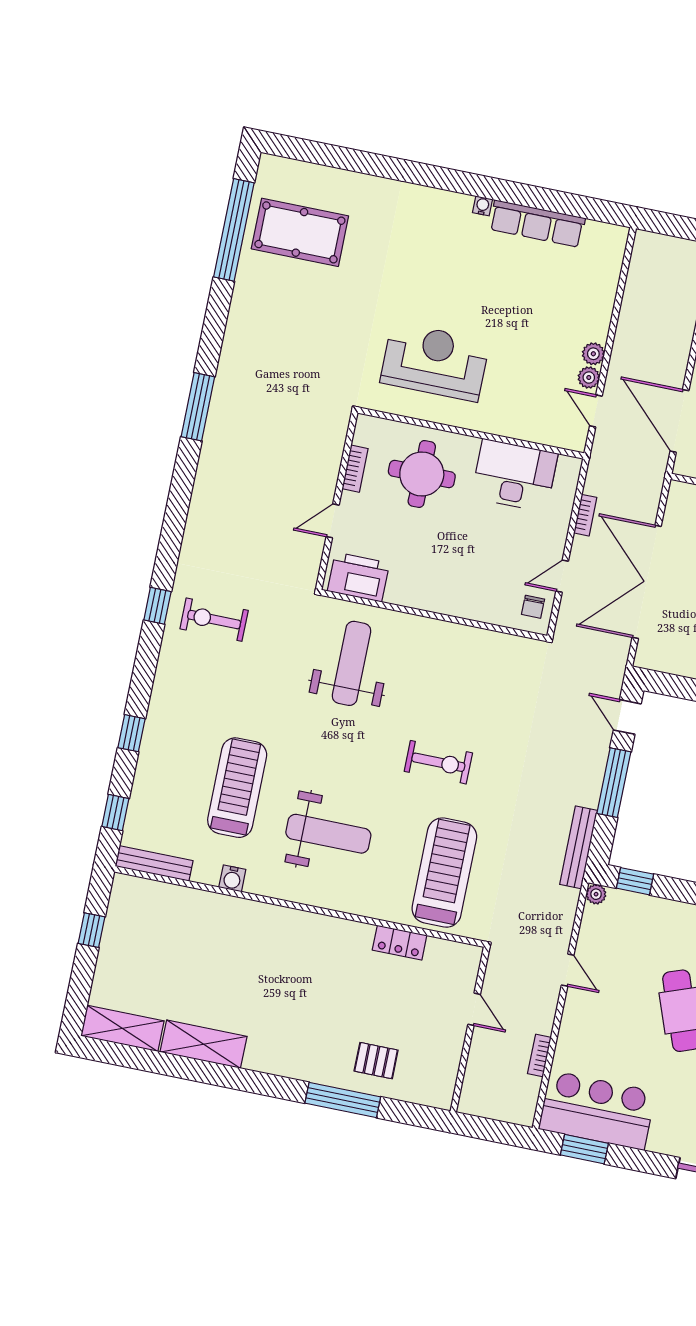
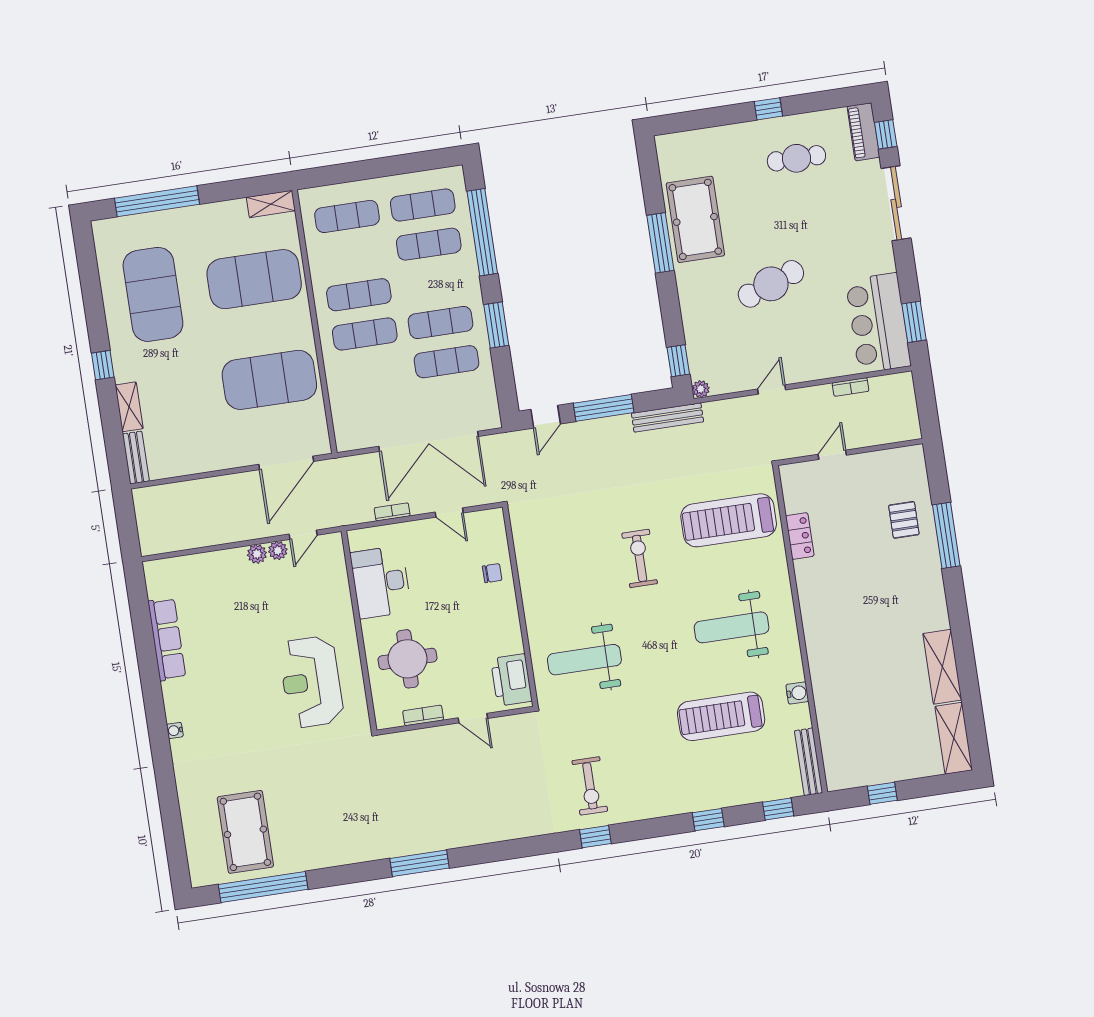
water cooler: (483, 206) -> (175, 730), moved
chair: (533, 607) -> (492, 573), moved
weight bench: (328, 834) -> (732, 627), turned -90

